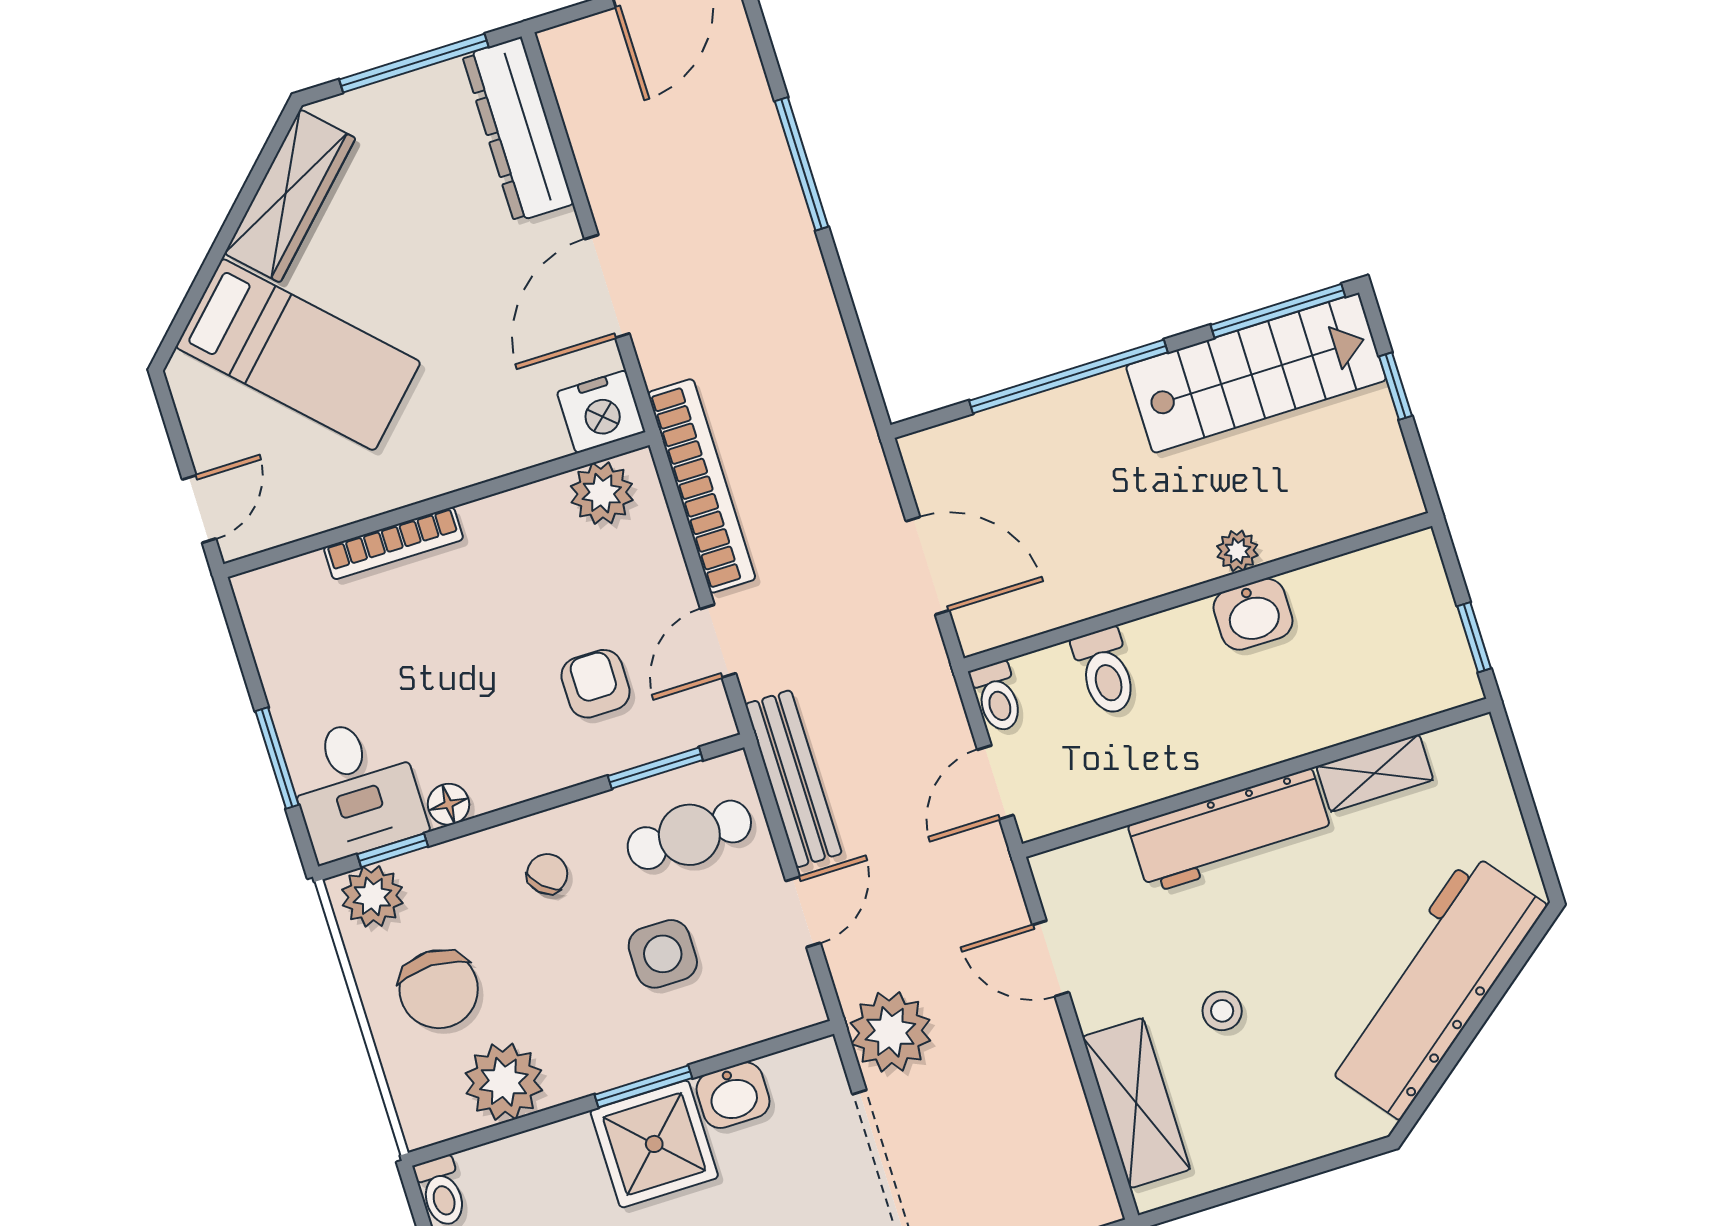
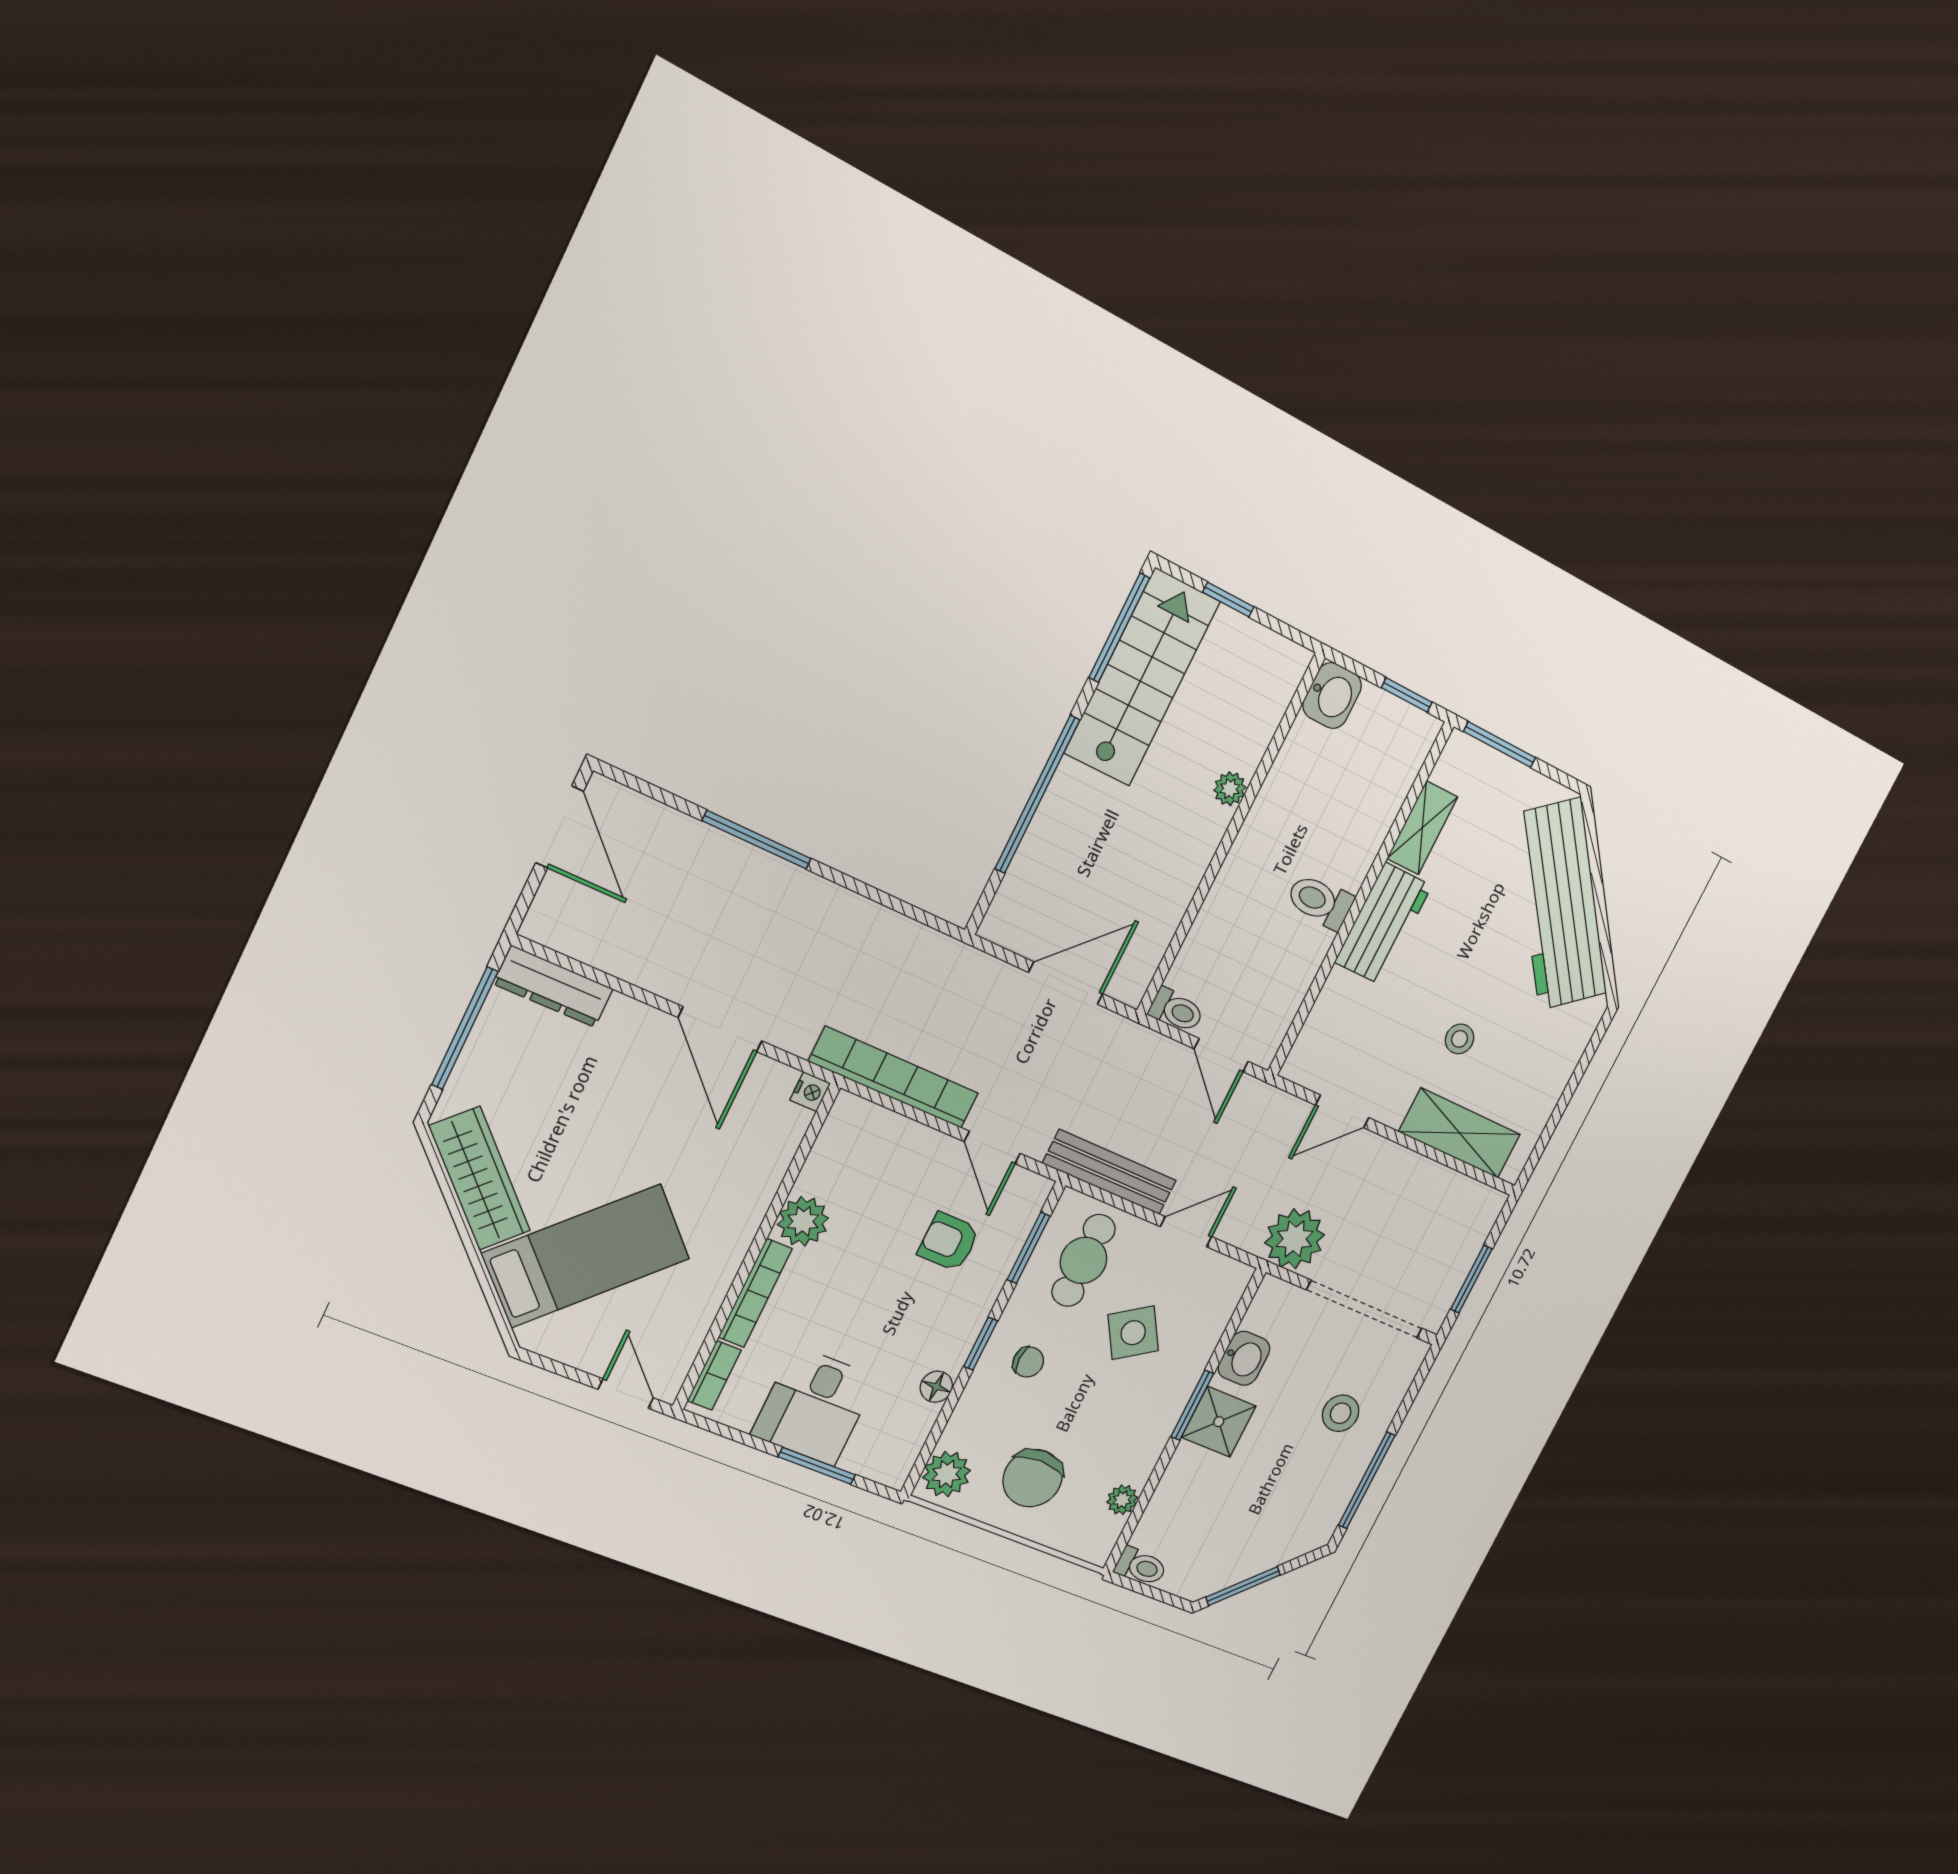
dresser: (518, 130) -> (553, 986), width x0.73, depth x0.80
nightstand: (601, 412) -> (810, 1092), width x0.53, depth x0.56
plant: (602, 493) -> (803, 1221), moved
bookcase: (284, 577) -> (714, 1375), added
washbasin: (1253, 614) -> (1332, 696), moved
toilet: (1105, 672) -> (1320, 901), moved, turned 180
window: (1517, 774) -> (1500, 745), added
desk: (355, 788) -> (814, 1406), moved, turned 90
workbench: (1230, 831) -> (1383, 924), width x0.73
window: (393, 850) -> (981, 1344), moved
chair: (547, 874) -> (1028, 1362), turned 137
door: (803, 912) -> (1186, 1232), hinge flipped
side table: (663, 954) -> (1133, 1333), turned -33
chair: (439, 989) -> (1033, 1478), turned 90
plant: (504, 1082) -> (1122, 1500), width x0.53, depth x0.53
shower: (654, 1144) -> (1219, 1422), width x0.73, depth x0.73

